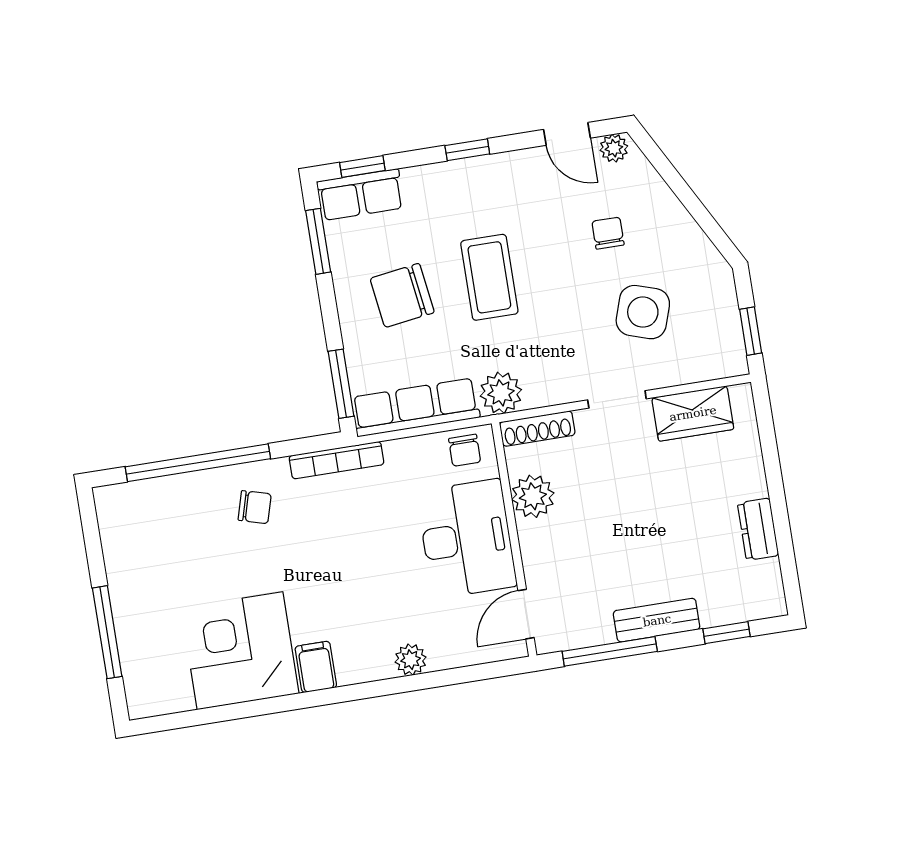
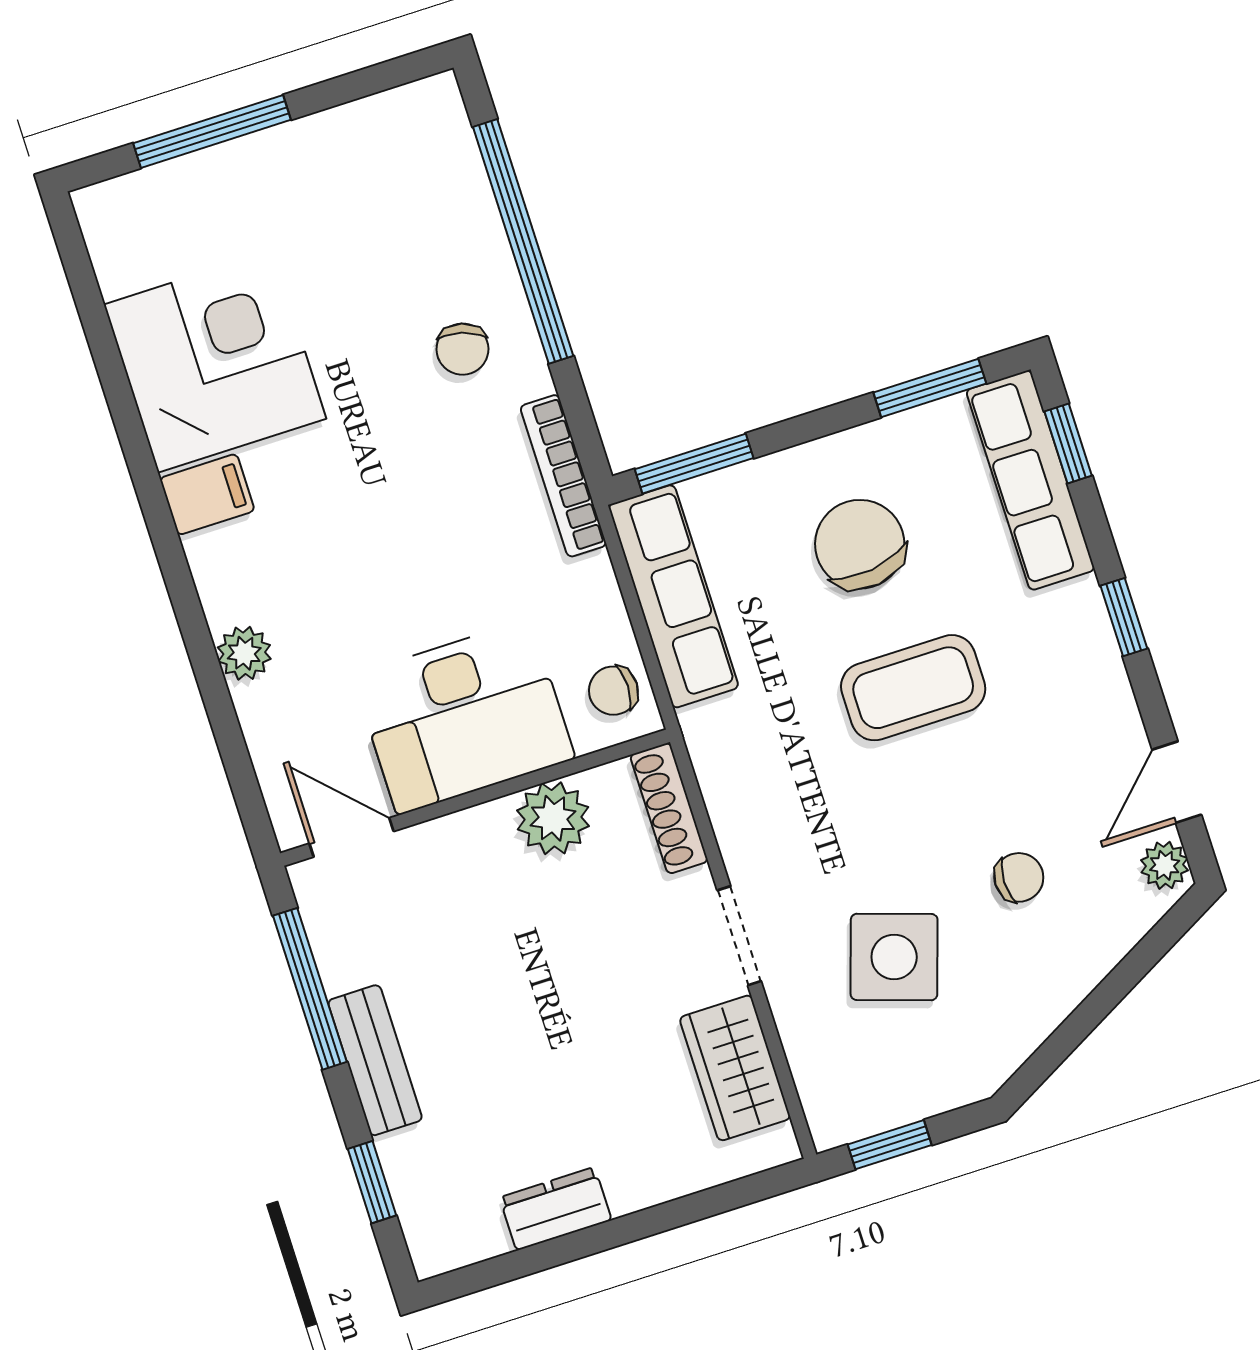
row of seats: (360, 195) -> (1030, 480), width x1.48
plant: (501, 393) -> (720, 737), removed

